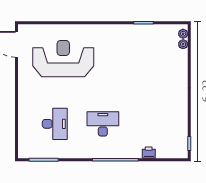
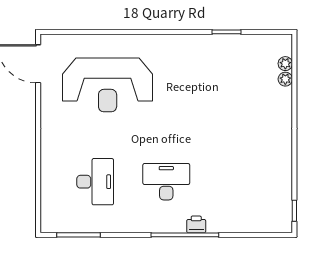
plant: (183, 34) -> (285, 79), moved
reception desk: (63, 59) -> (108, 85), turned 180
printer: (149, 153) -> (196, 224), moved

